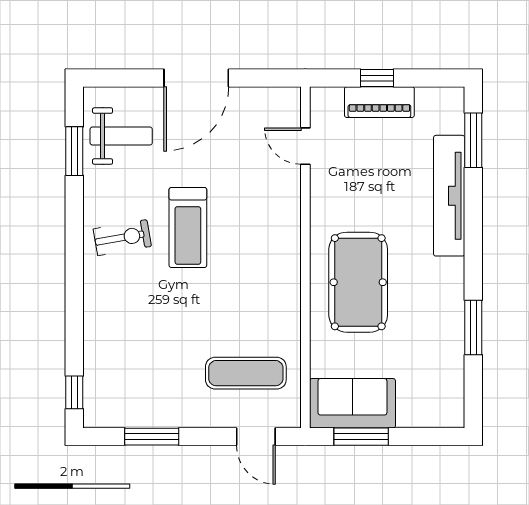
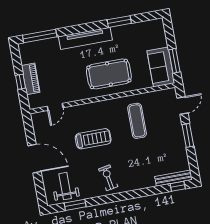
window: (473, 140) -> (40, 36), width x1.44
tv unit: (449, 196) -> (85, 38), moved
treadmill: (188, 227) -> (93, 139), moved
exercise mat: (246, 373) -> (137, 121), moved
bench: (95, 386) -> (173, 178), added
window: (152, 437) -> (188, 135), moved

